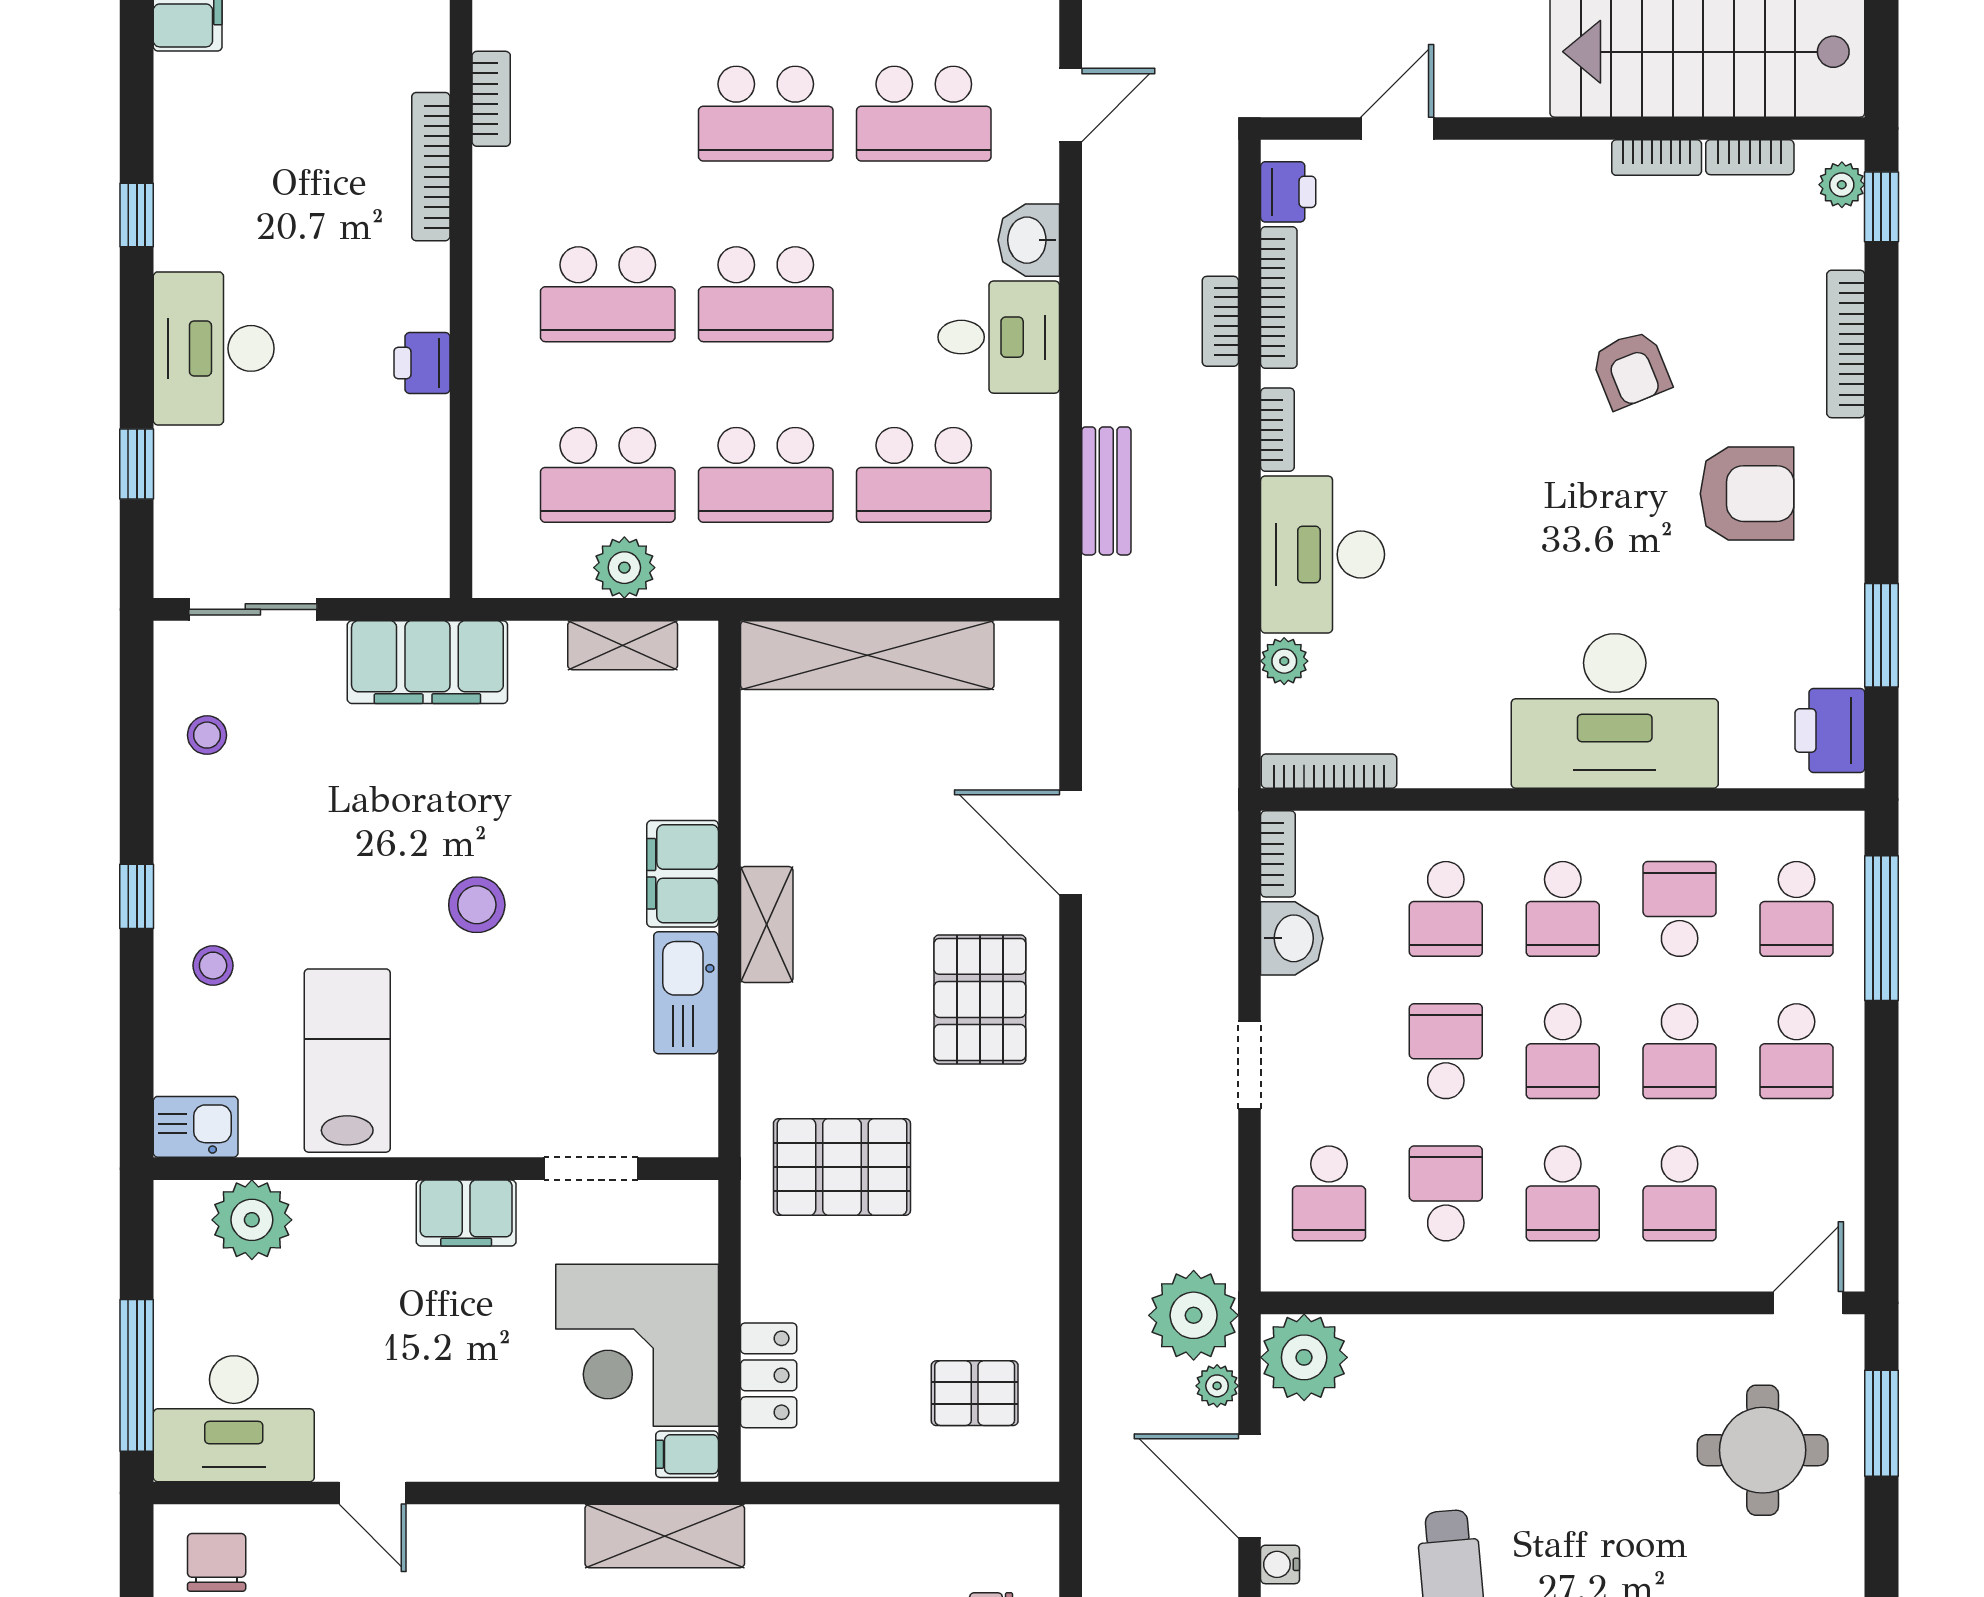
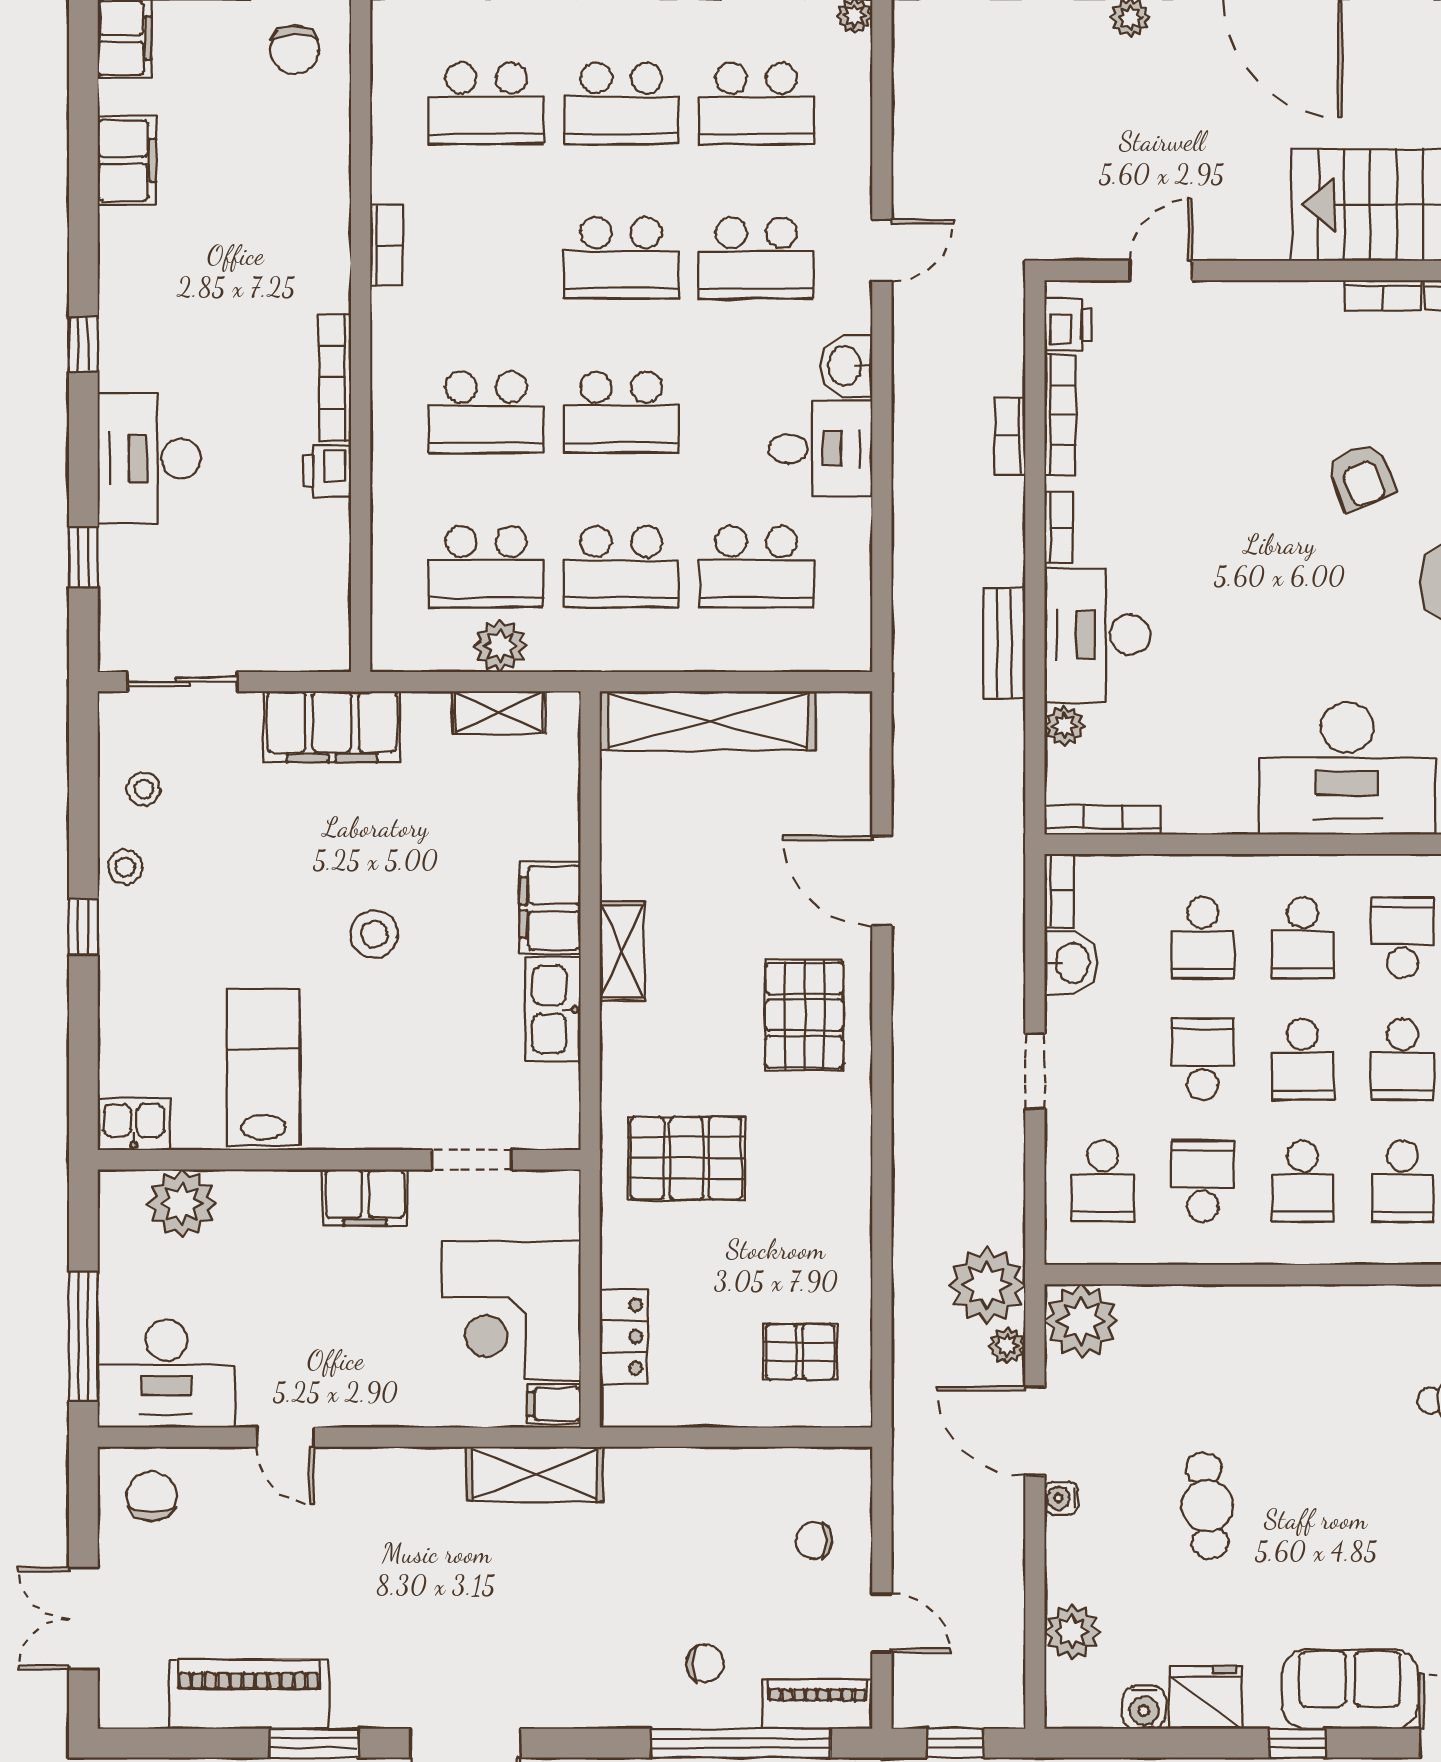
bookcase: (431, 167) -> (335, 377), moved
bench: (1106, 491) -> (1004, 644), moved
stool: (213, 966) -> (125, 867), moved

